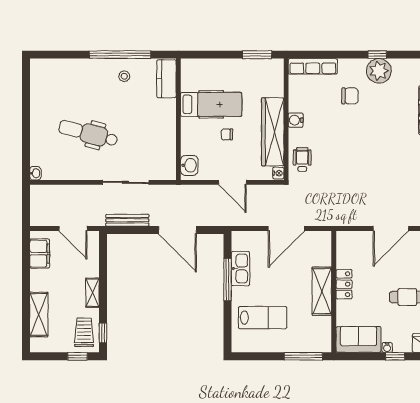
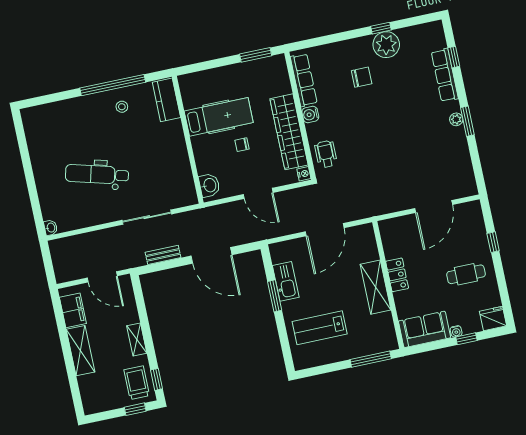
row of seats: (313, 66) -> (304, 80), moved, turned -90
bench: (127, 220) -> (163, 255), width x0.73
window: (228, 280) -> (275, 296), width x0.69
shelving: (39, 314) -> (81, 351), moved
lab bench: (263, 318) -> (320, 328), turned 180

